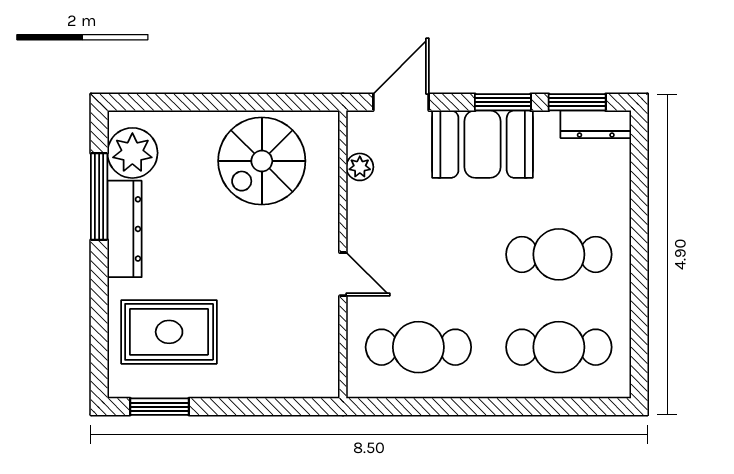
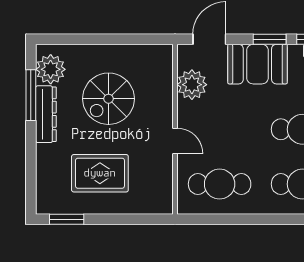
spiral stairs: (262, 161) -> (108, 99), moved
plant: (360, 167) -> (192, 85), width x1.88, depth x1.88
rug: (169, 332) -> (100, 173), moved

